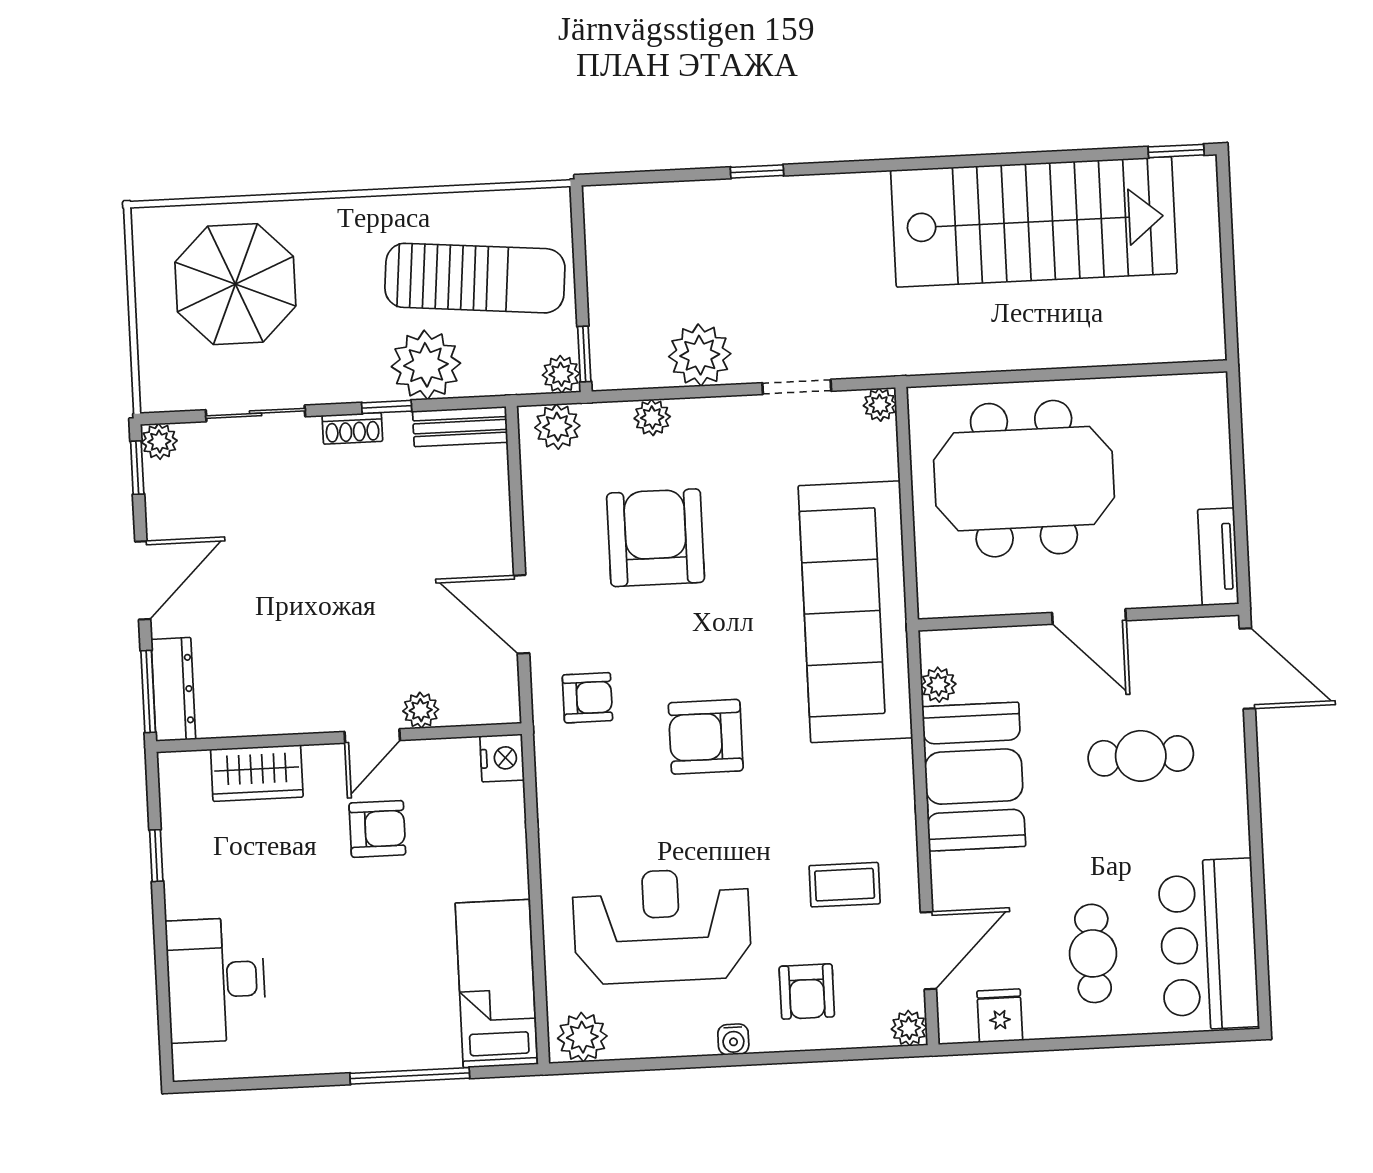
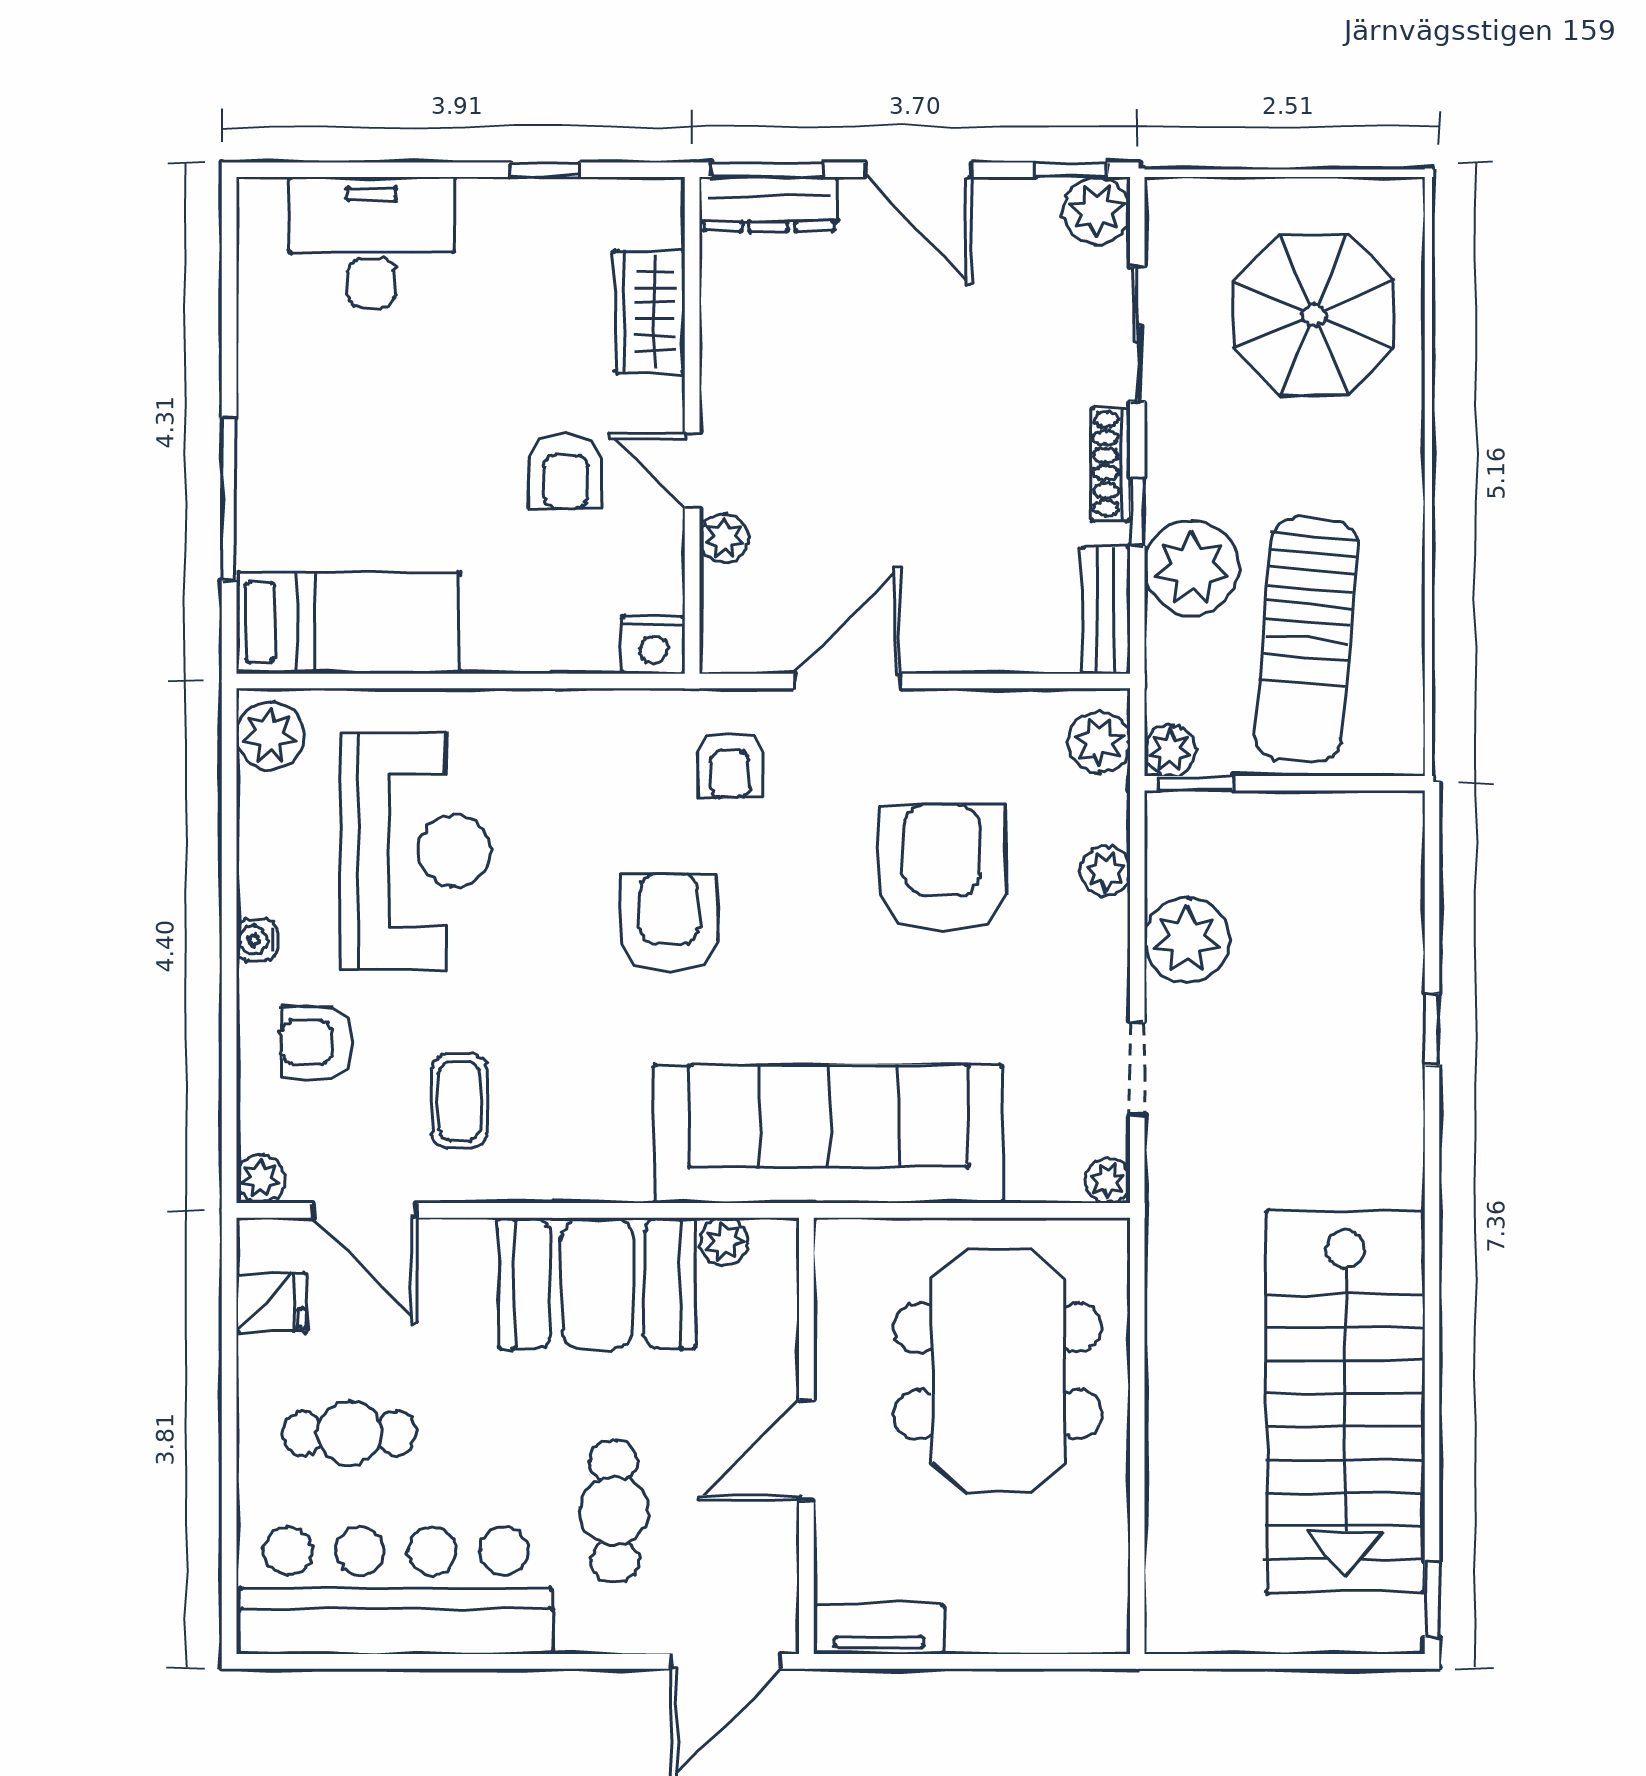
shoe rack: (352, 428) -> (1111, 464), width x1.43
plant: (159, 441) -> (1096, 211), width x1.38, depth x1.38
armchair: (656, 538) -> (942, 868), turned -90
bar counter: (1209, 944) -> (396, 1590), width x1.36

